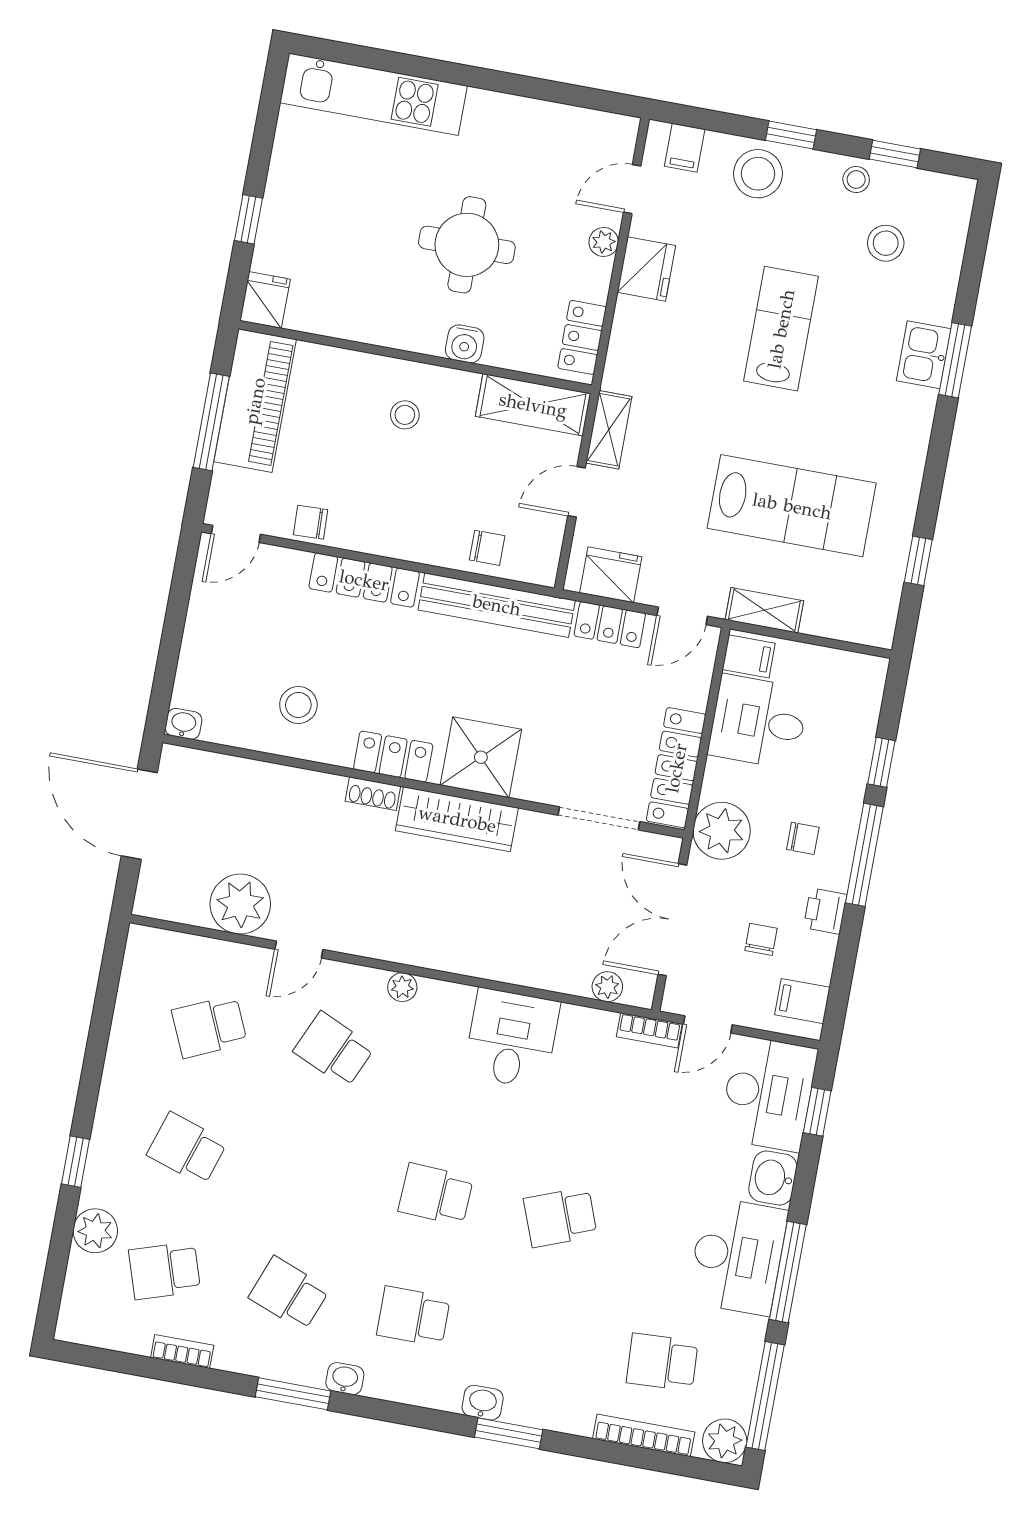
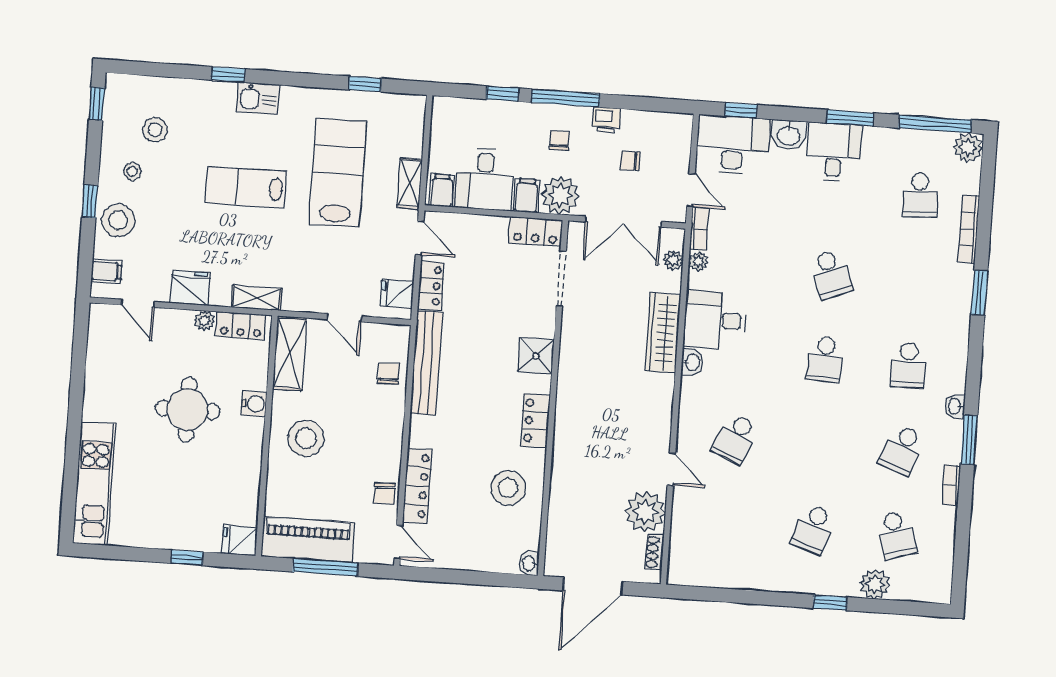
window: (895, 154) -> (97, 104), moved
stool: (856, 180) -> (132, 171), moved
plant: (604, 242) -> (205, 320), moved
lab bench: (781, 329) -> (246, 187), moved
kitchen sink: (924, 355) -> (258, 98), moved
window: (955, 360) -> (228, 75), width x0.67
stool: (405, 415) -> (306, 438), width x1.89, depth x1.89
shelving: (609, 430) -> (256, 298), moved
fridge: (611, 575) -> (397, 294), width x0.72
locker: (364, 580) -> (417, 486), moved
stool: (298, 705) -> (508, 488), width x1.38, depth x1.38
shower: (481, 757) -> (536, 356), width x0.73, depth x0.73
locker: (676, 768) -> (535, 232), width x0.66
shoe rack: (373, 794) -> (654, 552), moved, turned 180
wardrobe: (457, 819) -> (663, 333), moved, turned 180
plant: (402, 987) -> (698, 262), moved
filing cabinet: (802, 1001) -> (526, 196), moved, turned 180
school desk: (209, 1027) -> (730, 523), removed
desk: (737, 1256) -> (834, 152), width x0.73
window: (788, 1272) -> (850, 118), width x0.69
bookcase: (182, 1351) -> (951, 485), moved
washbasin: (483, 1403) -> (692, 362), moved, turned 180
bookcase: (644, 1435) -> (969, 229), moved

